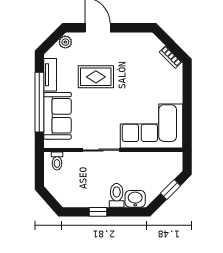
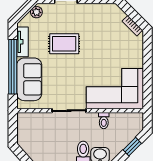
toilet: (57, 161) -> (104, 121), moved

